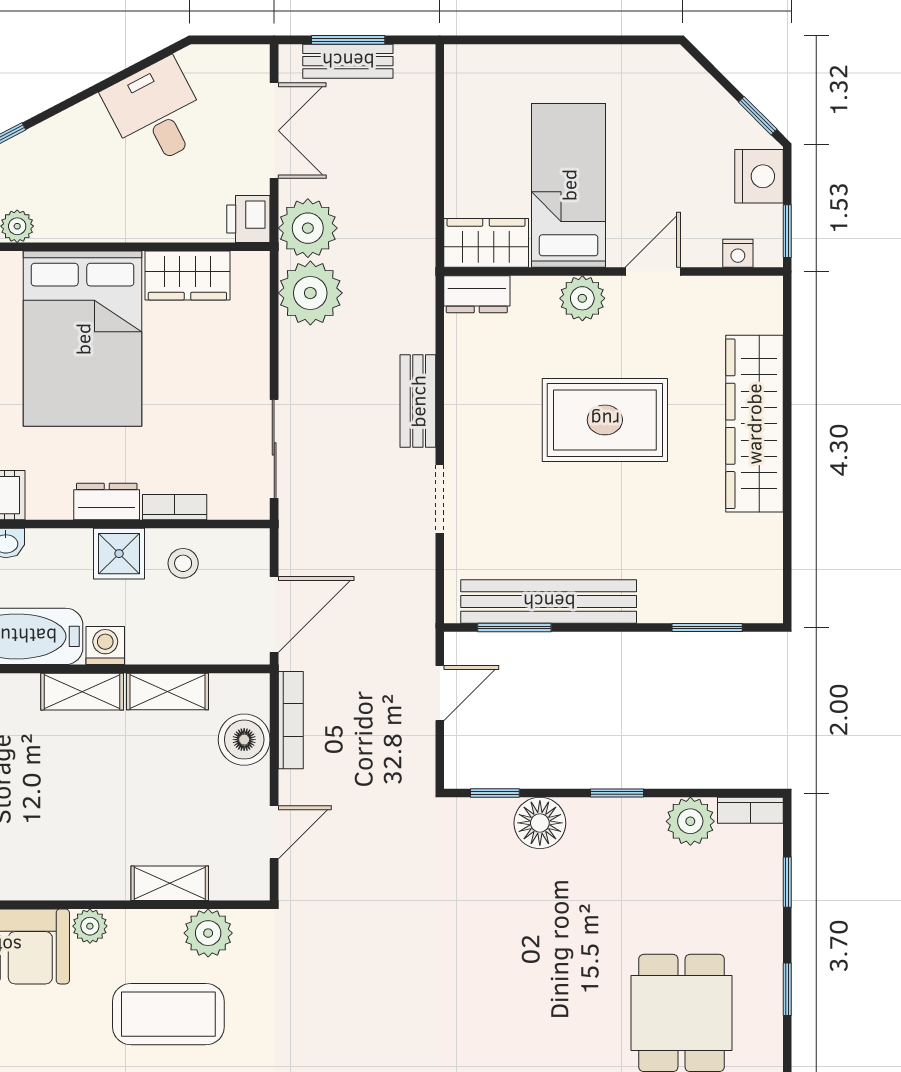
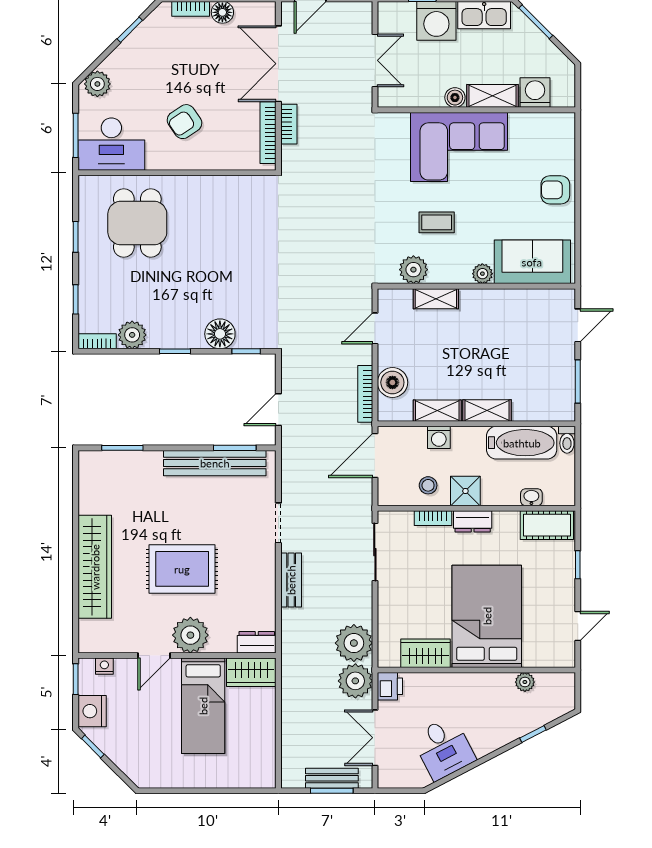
plant: (582, 298) -> (190, 635), width x1.36, depth x1.36
washing machine: (105, 646) -> (439, 437), moved
coffee table: (168, 1014) -> (437, 222), width x0.54, depth x0.58

